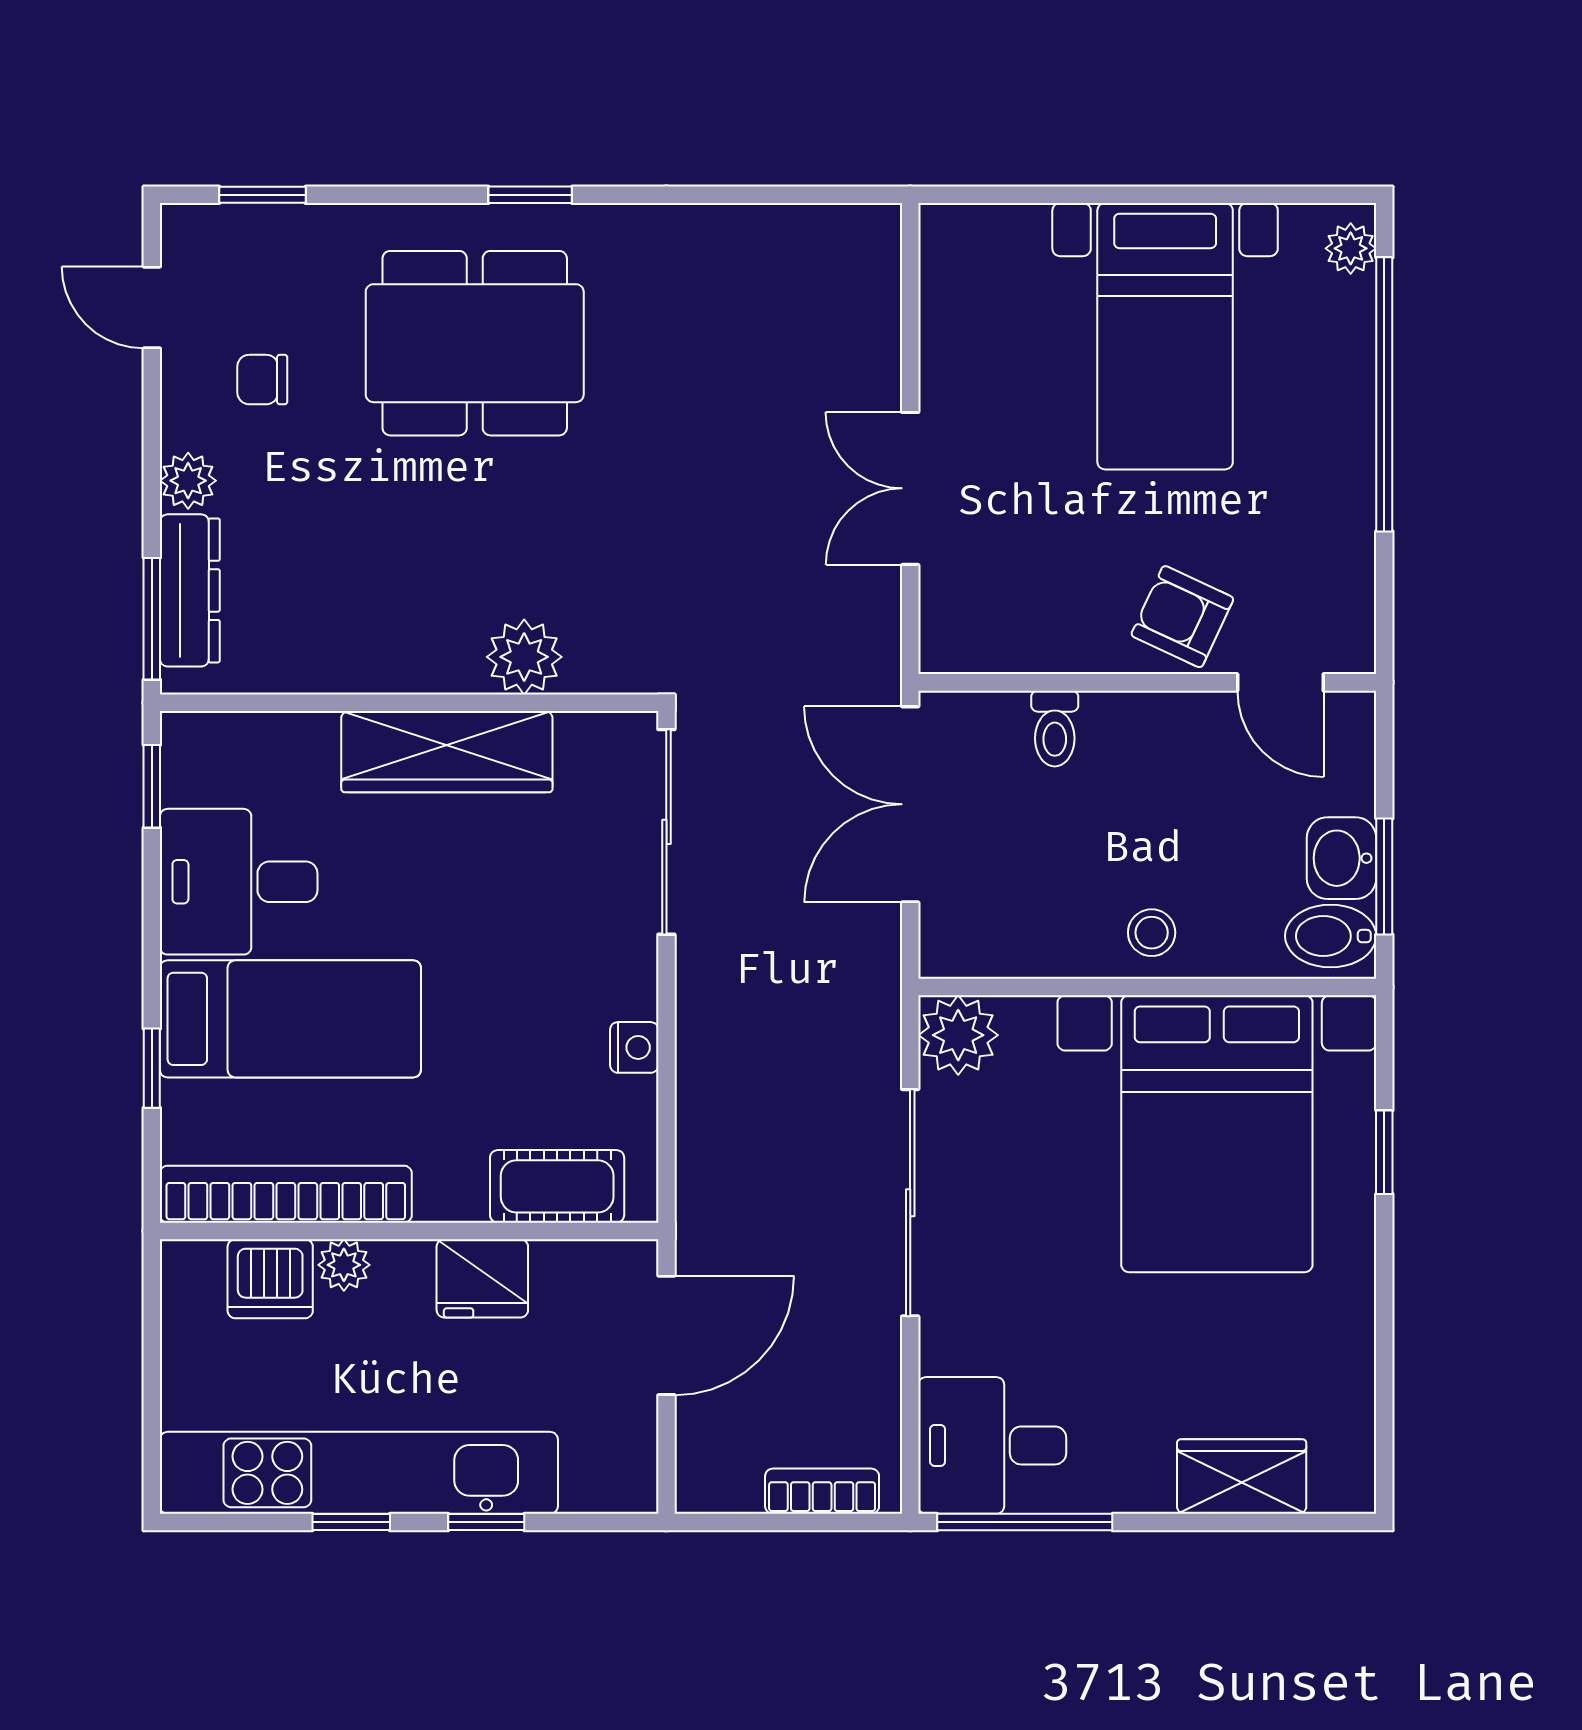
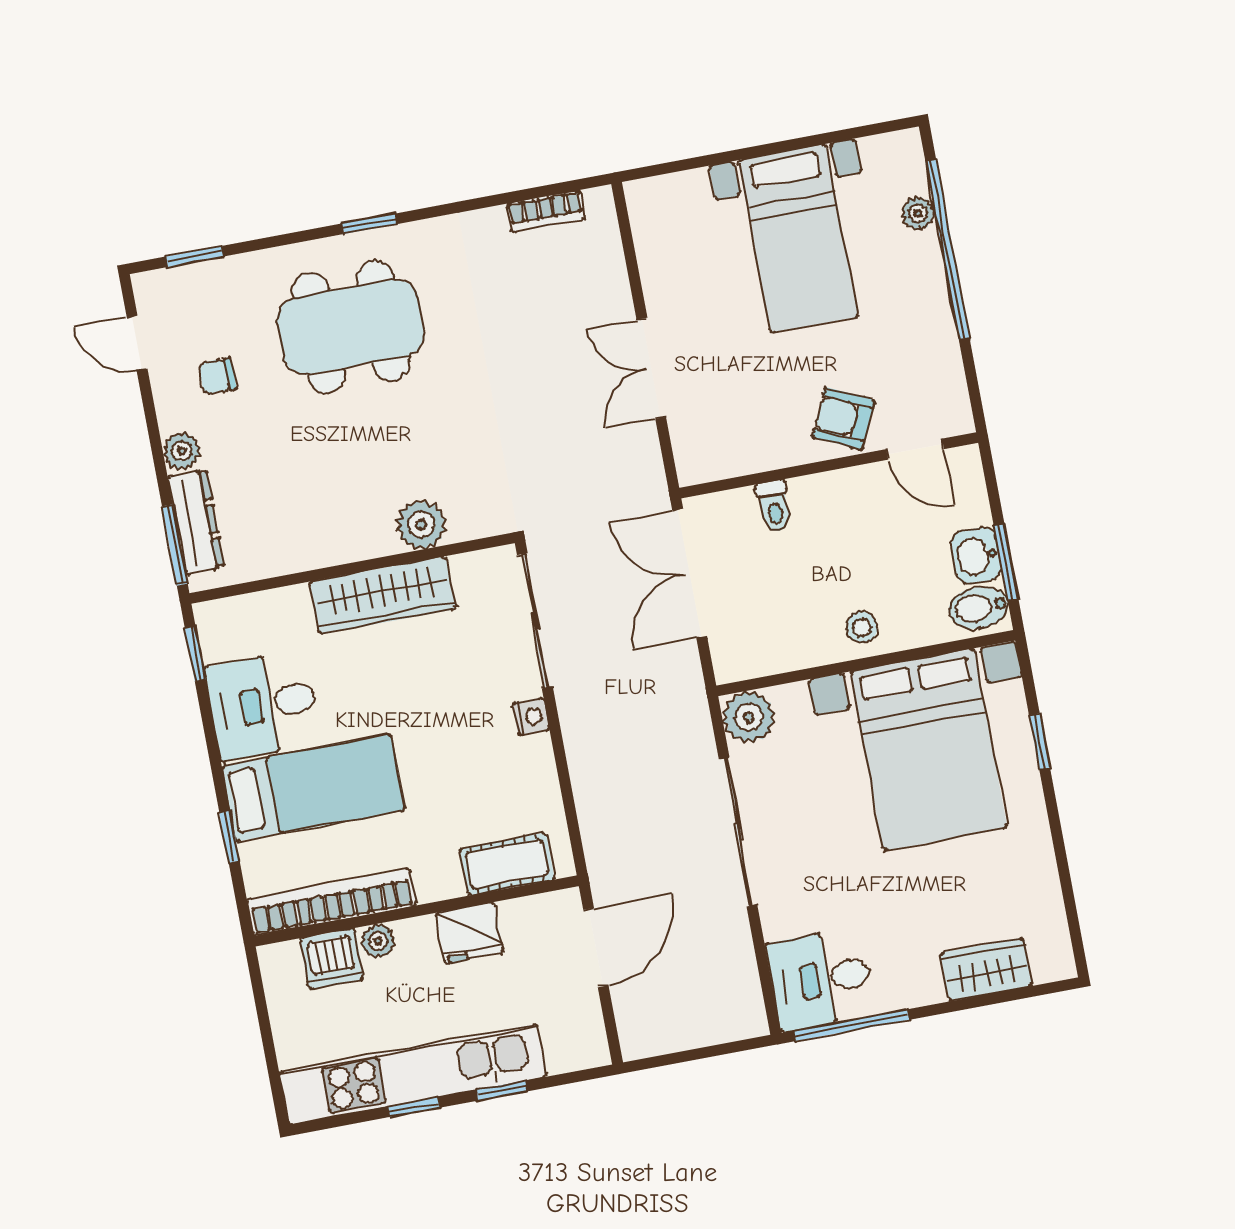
plant: (1351, 248) -> (918, 213), moved
nightstand: (634, 1047) -> (531, 717), moved
bookcase: (822, 1491) -> (546, 212), moved, turned 180

